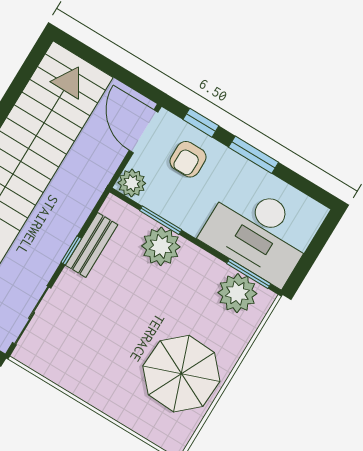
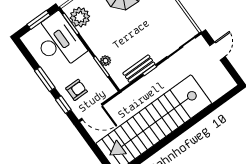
door: (144, 131) -> (92, 112), hinge flipped
plant: (132, 183) -> (108, 90), removed
plant: (161, 246) -> (106, 61), width x0.53, depth x0.53
window: (310, 257) -> (39, 20), added

